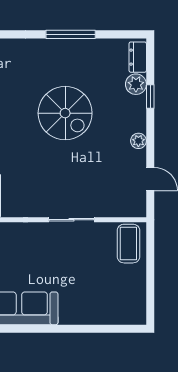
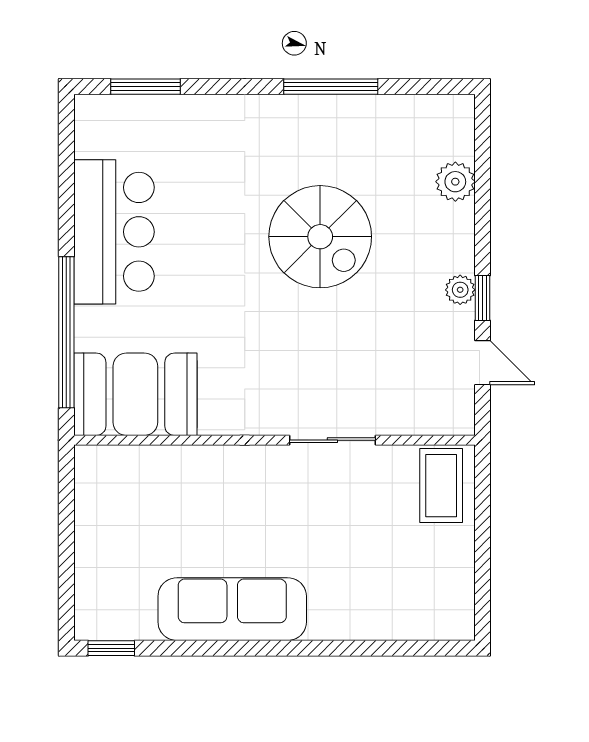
dresser: (138, 57) -> (459, 130), removed
window: (150, 96) -> (482, 298), moved

